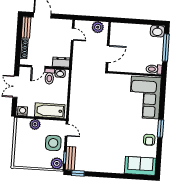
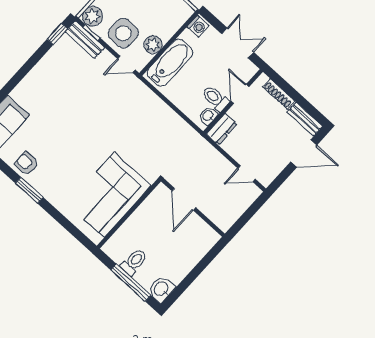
plant: (98, 27) -> (229, 214), removed
toilet: (154, 69) -> (134, 262), moved
corner sofa: (145, 97) -> (109, 195), moved, turned -90
plant: (35, 124) -> (153, 45), moved

